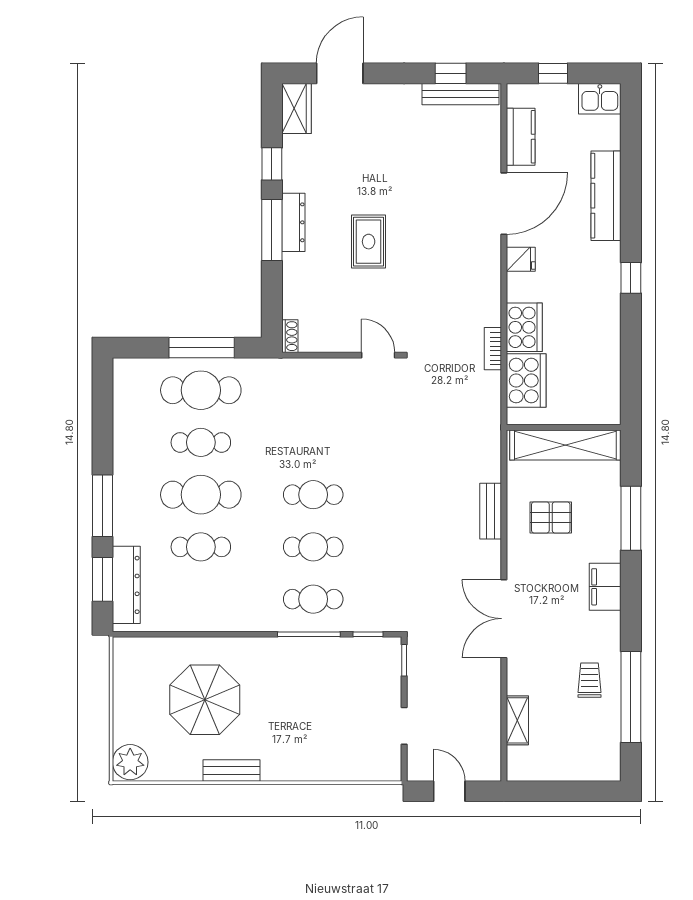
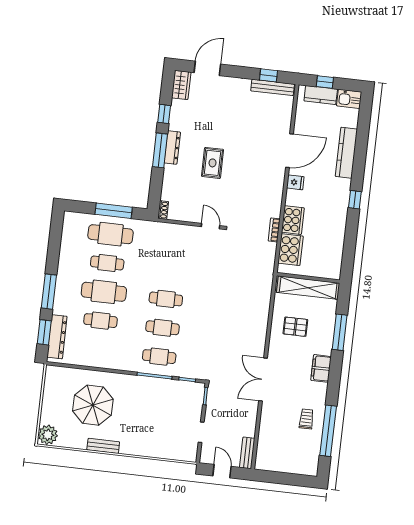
kitchen counter: (521, 137) -> (321, 95), moved, turned 90
bench: (491, 511) -> (247, 453), moved
shelving: (517, 720) -> (264, 436), removed

